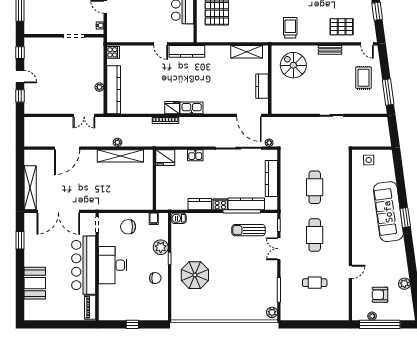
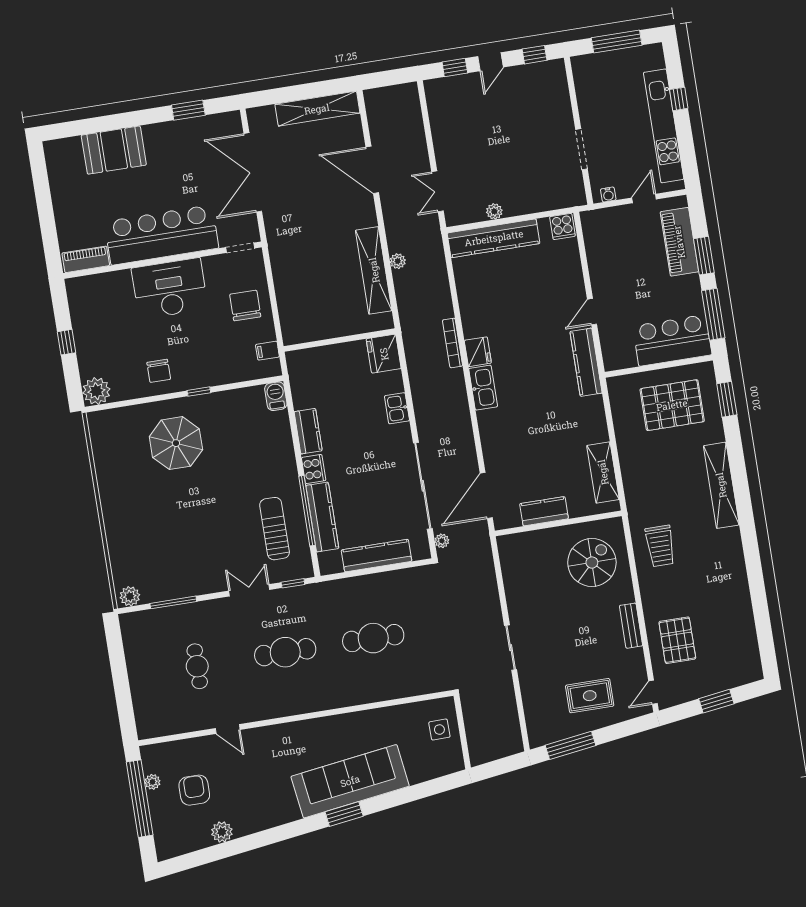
trolley: (290, 28) -> (660, 546), turned 90
shelving: (30, 188) -> (317, 109), moved
plant: (161, 247) -> (96, 391), moved

